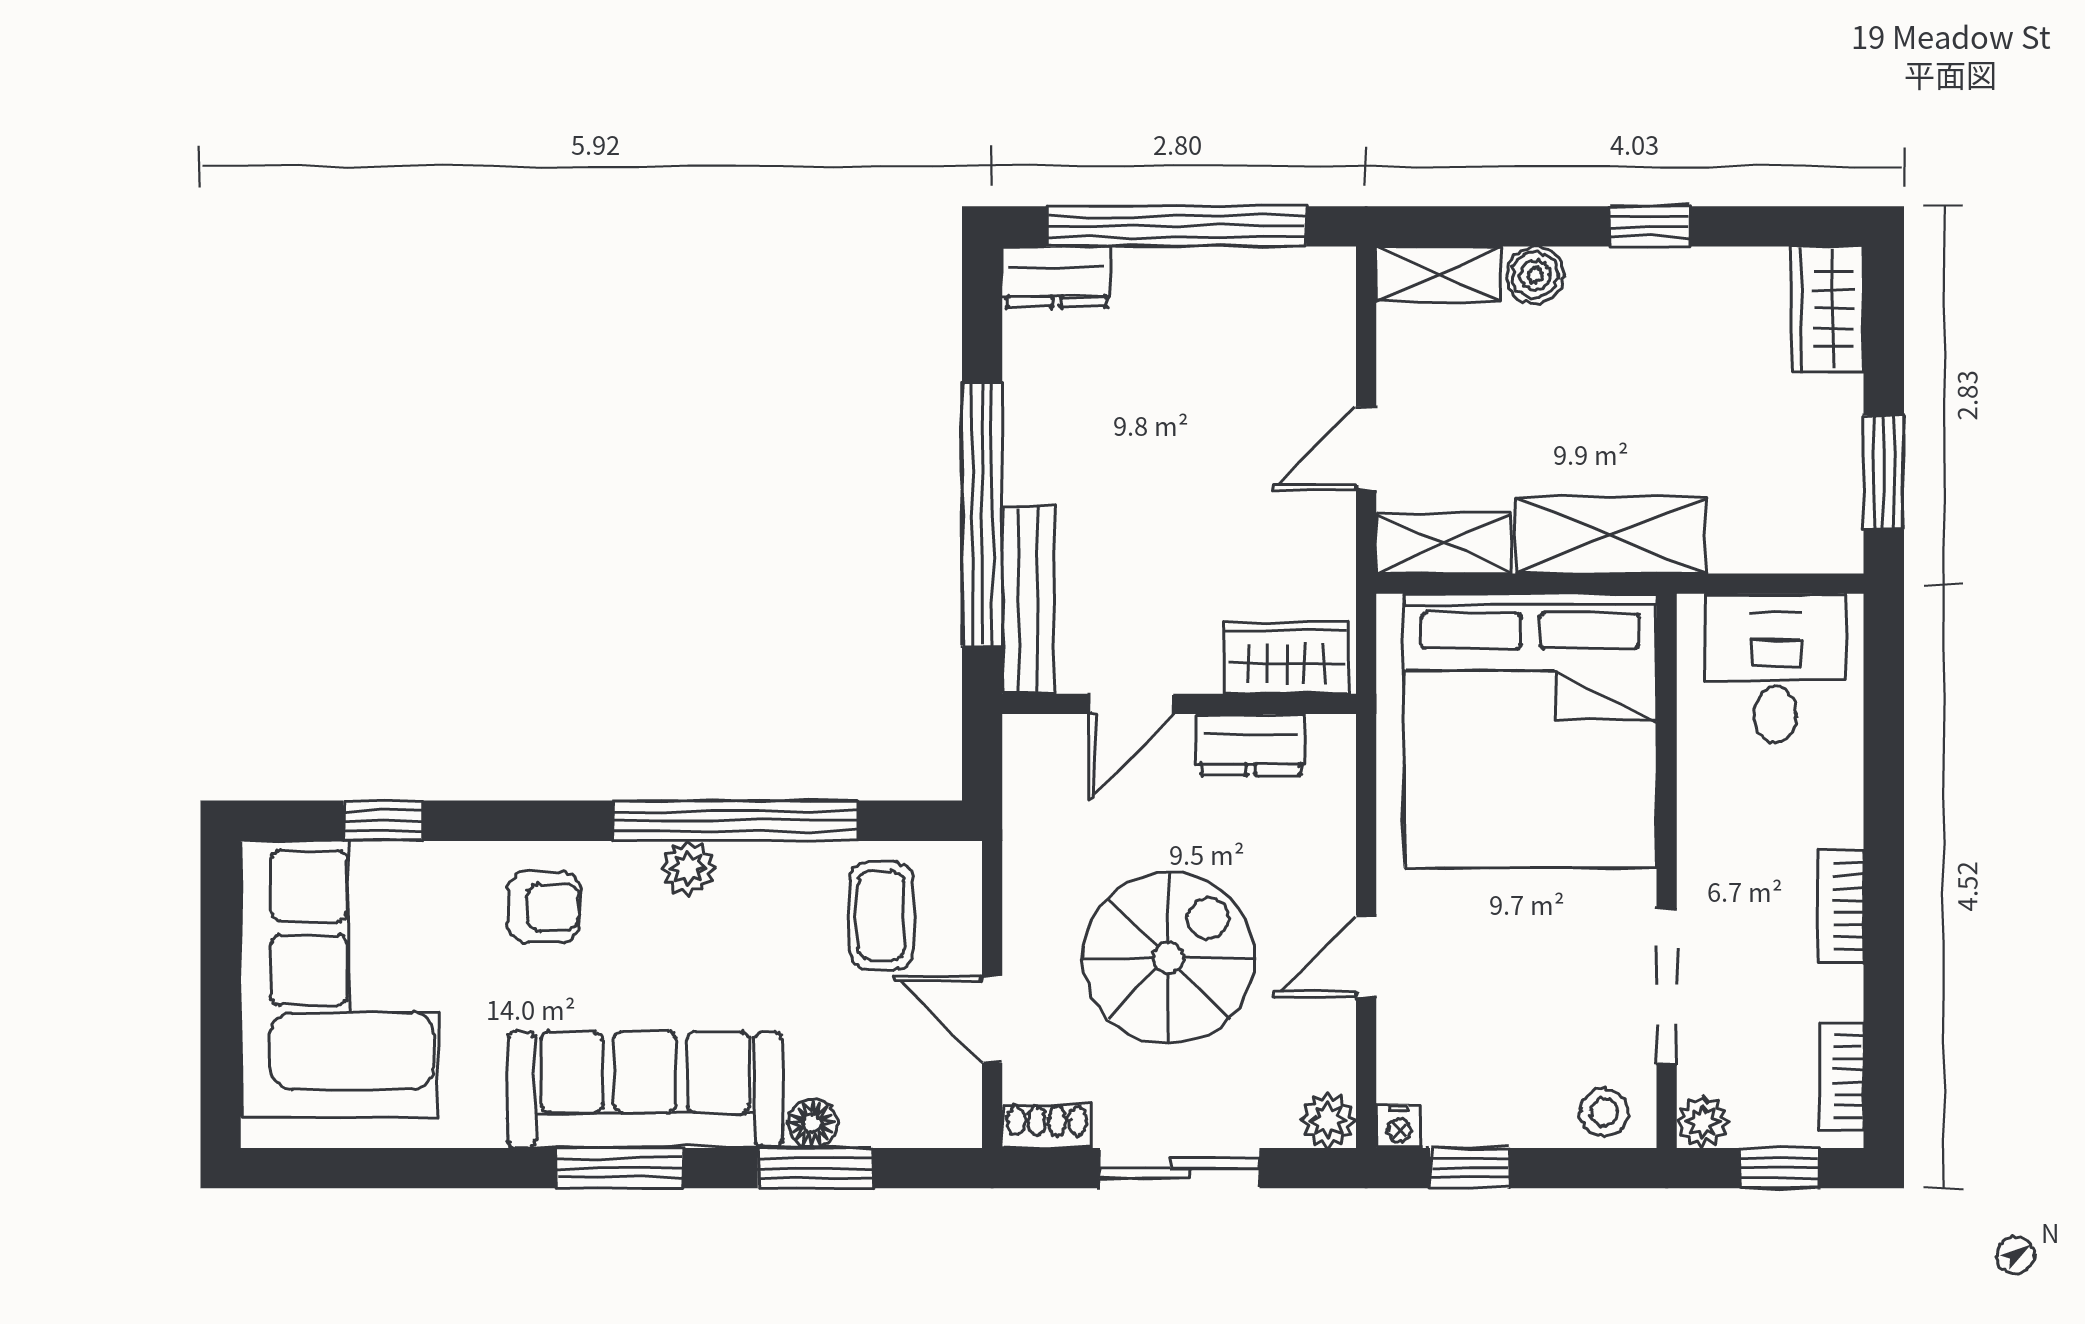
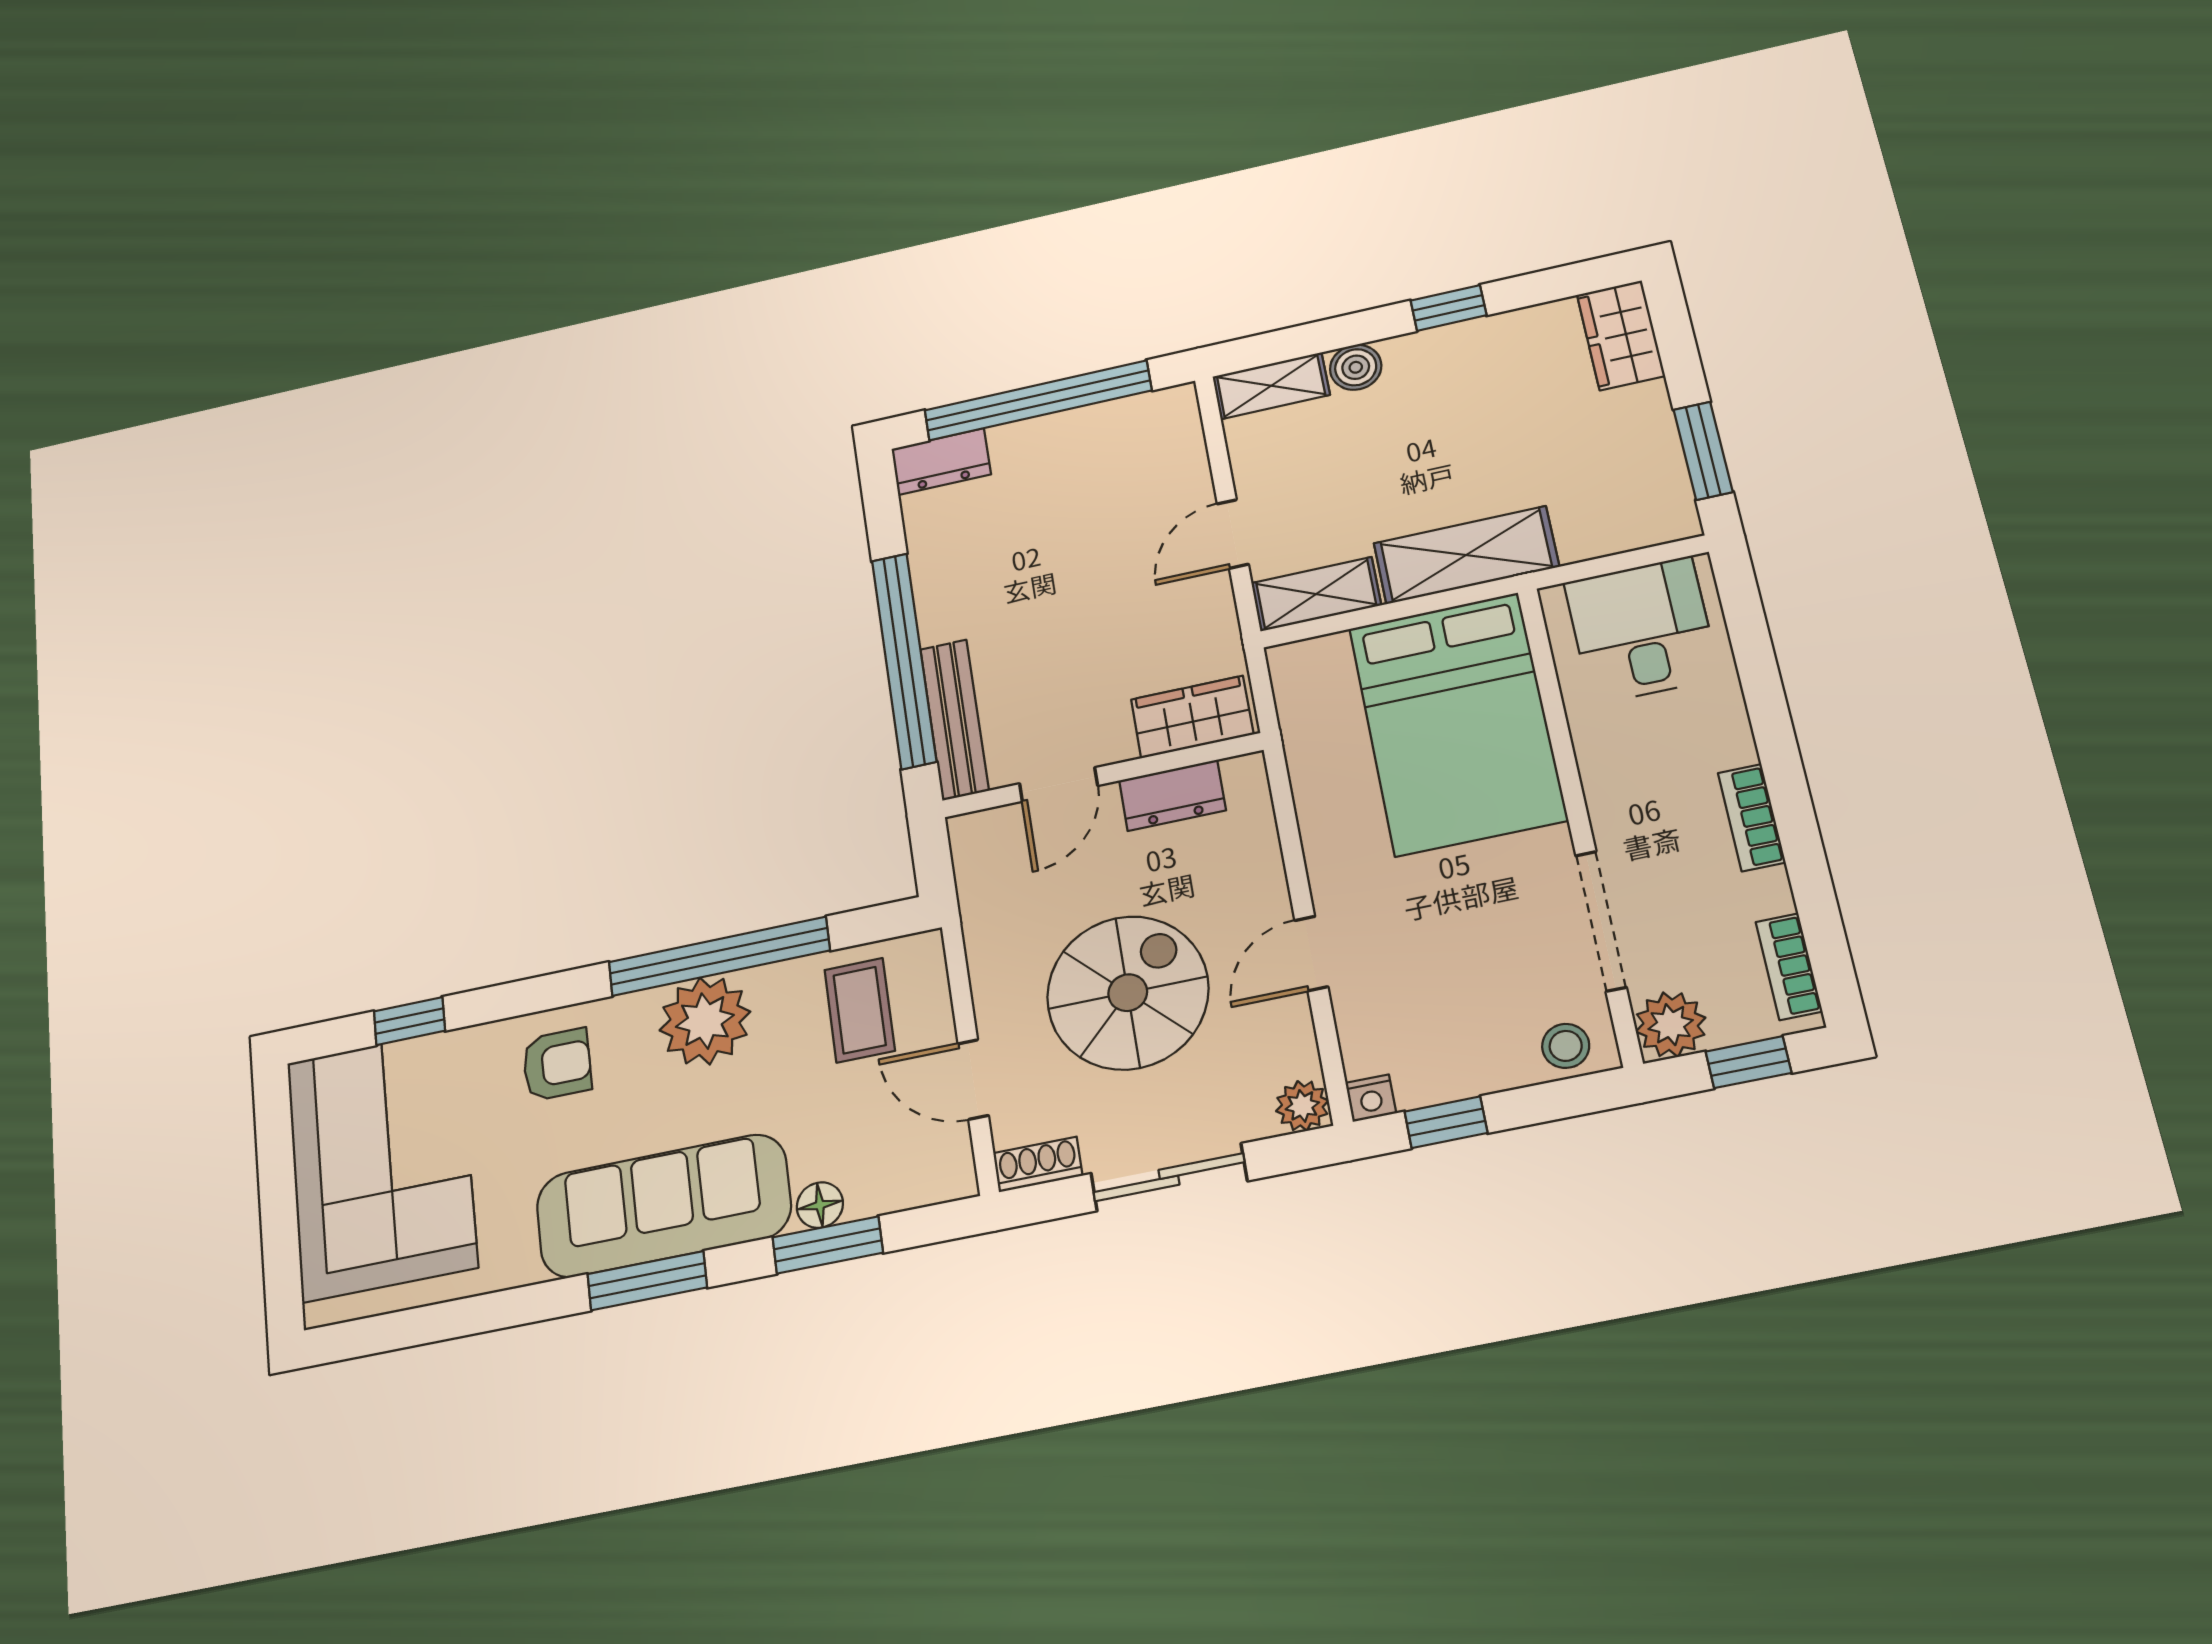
bed: (1530, 731) -> (1457, 723), width x0.73
plant: (688, 868) -> (705, 1021), width x1.88, depth x1.88
plant: (1703, 1122) -> (1671, 1025), width x1.38, depth x1.38

